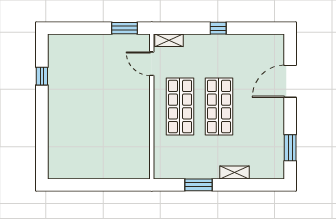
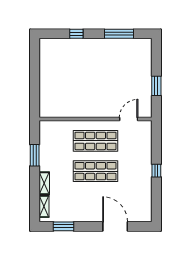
window: (125, 28) -> (156, 86), moved
shelving: (169, 40) -> (44, 206), moved
window: (42, 76) -> (119, 34), width x2.17
window: (42, 131) -> (76, 34), added

